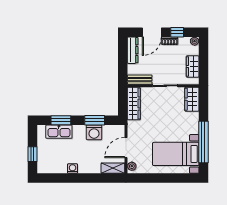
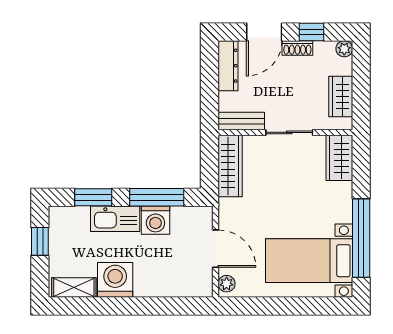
window: (95, 120) -> (157, 197), width x1.44
kitchen sink: (59, 132) -> (115, 219), moved
door: (126, 148) -> (216, 249), swing flipped
window: (32, 154) -> (40, 241), moved
shelving: (113, 168) -> (74, 287), moved
washing machine: (73, 169) -> (115, 280), width x1.89, depth x1.89

